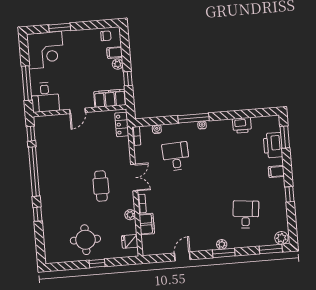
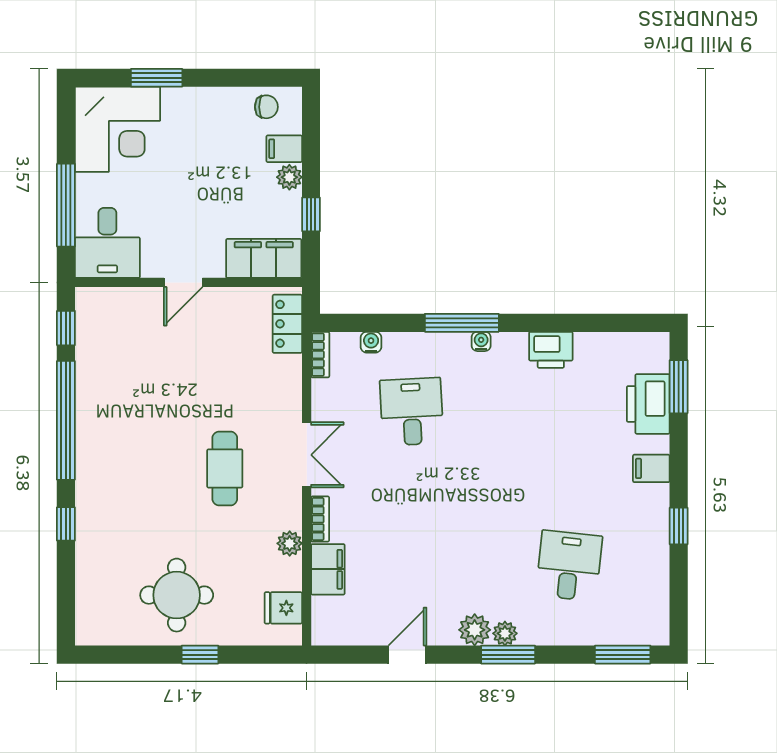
printer: (242, 125) -> (551, 350), moved
plant: (281, 238) -> (475, 630), moved

